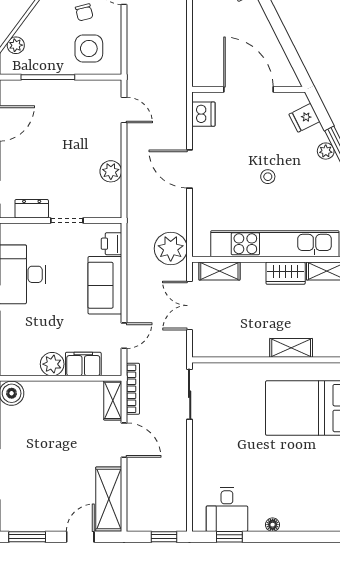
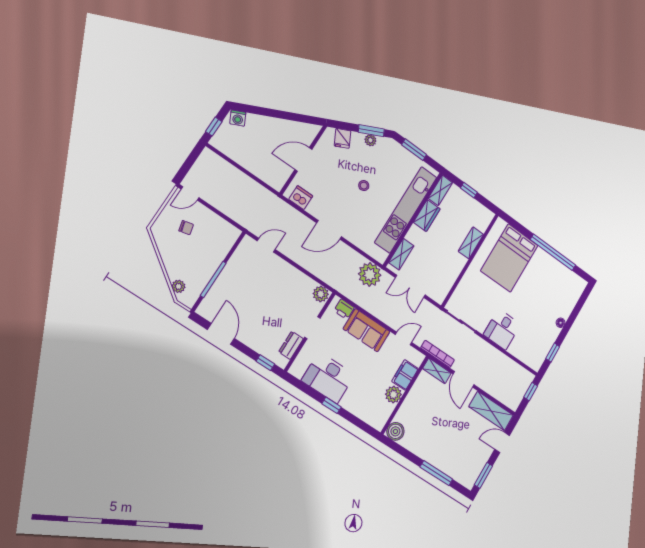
side table: (89, 49) -> (212, 241), removed
door: (248, 89) -> (303, 159), width x0.73
plant: (111, 171) -> (321, 294), moved
door: (124, 336) -> (404, 339), hinge flipped
door: (124, 440) -> (463, 379), swing flipped
desk: (227, 509) -> (502, 329), moved, turned 90
door: (80, 537) -> (502, 442), hinge flipped

